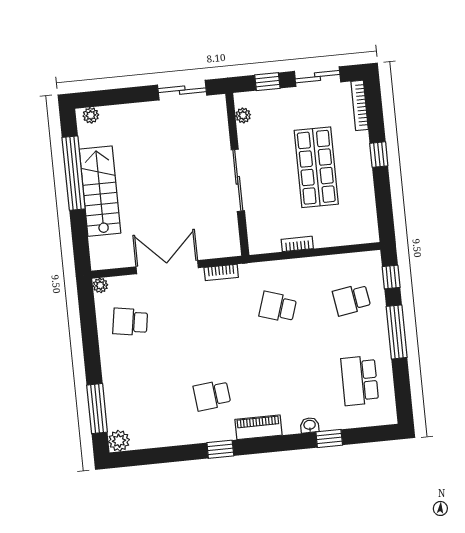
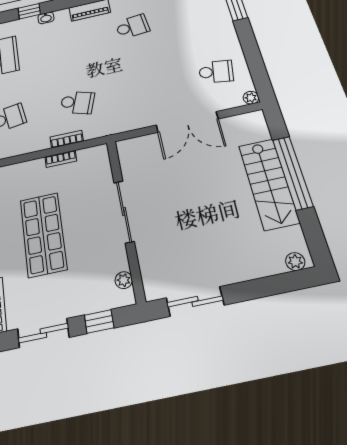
window: (74, 173) -> (293, 173), moved
bookcase: (221, 272) -> (67, 139), moved

